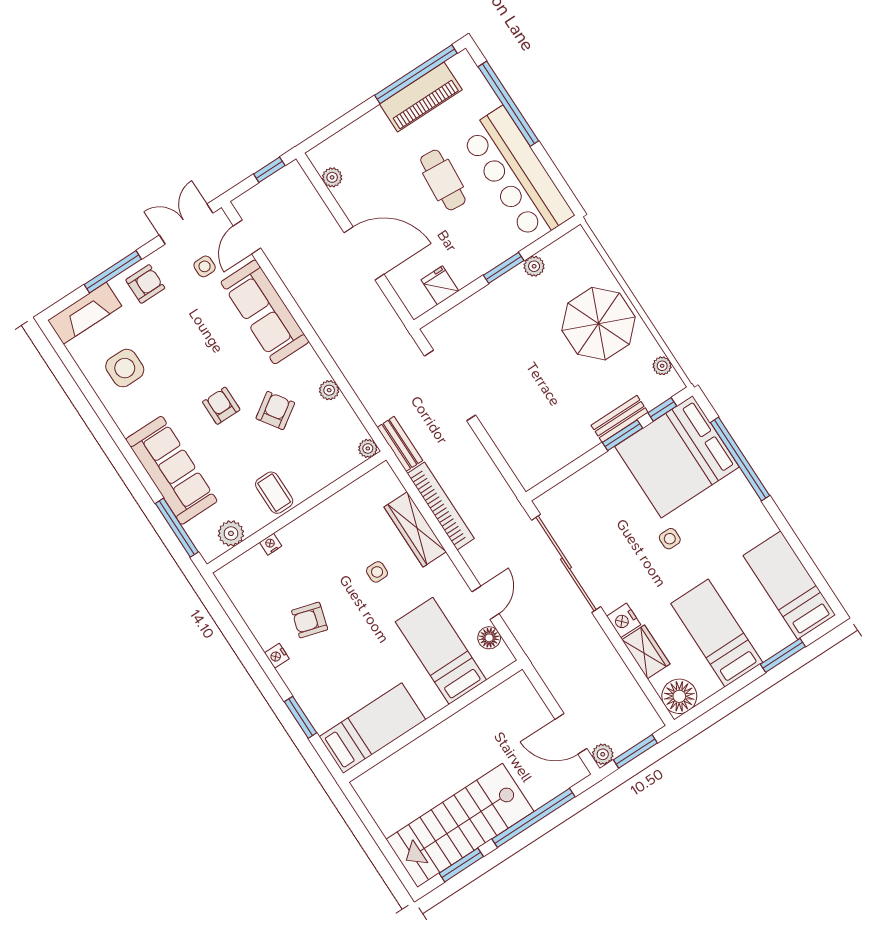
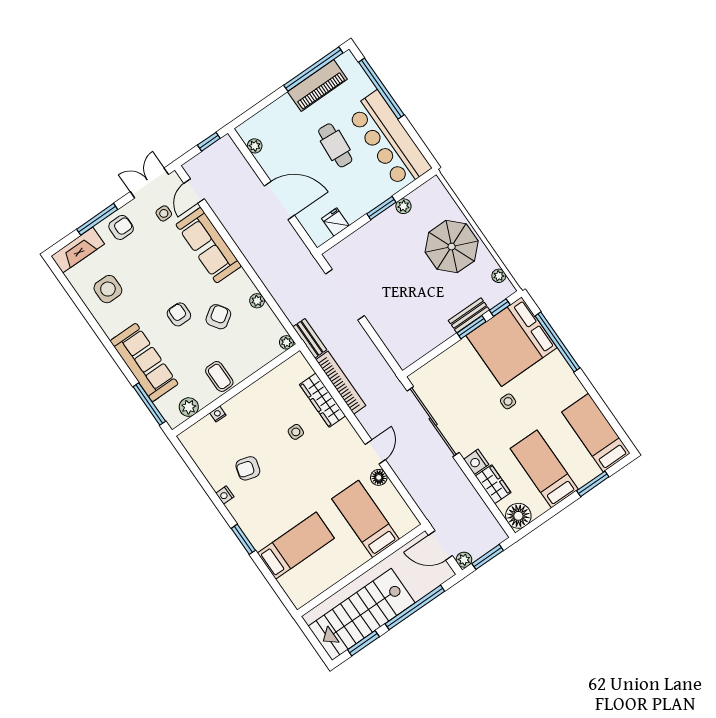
bed: (441, 651) -> (366, 519), moved
wall: (433, 721) -> (361, 570), moved

